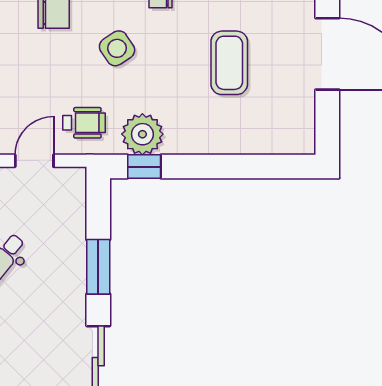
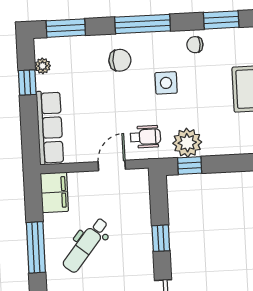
side table: (117, 48) -> (166, 83), turned 34
window: (98, 267) -> (161, 238), width x0.67

